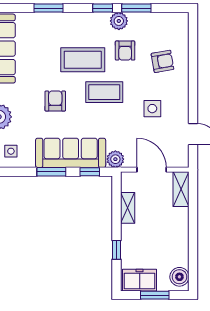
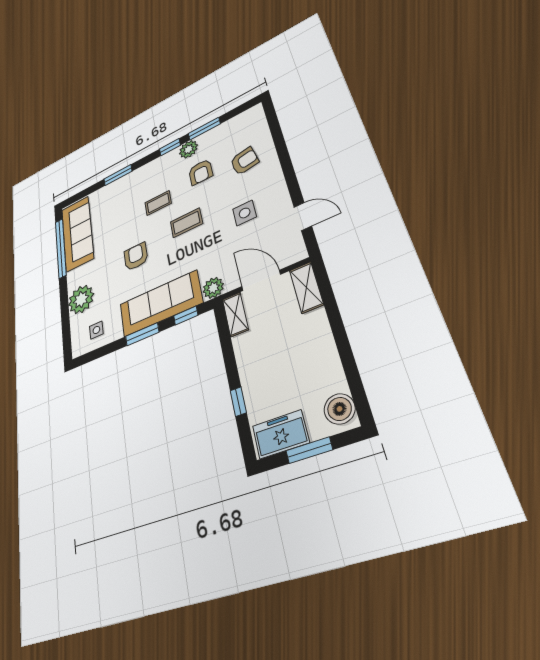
coffee table: (83, 60) -> (158, 203), width x0.54, depth x0.58
coffee table: (104, 92) -> (186, 223), width x0.73, depth x0.77
shelving: (128, 208) -> (235, 314), moved

